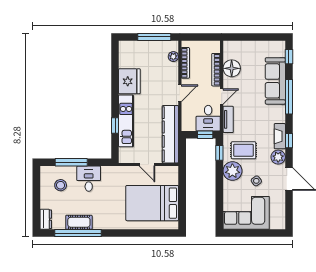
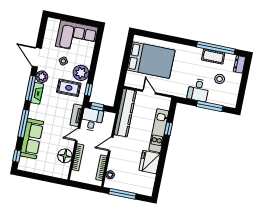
window: (289, 141) -> (30, 88), width x2.17
stool: (61, 185) -> (220, 79), moved

